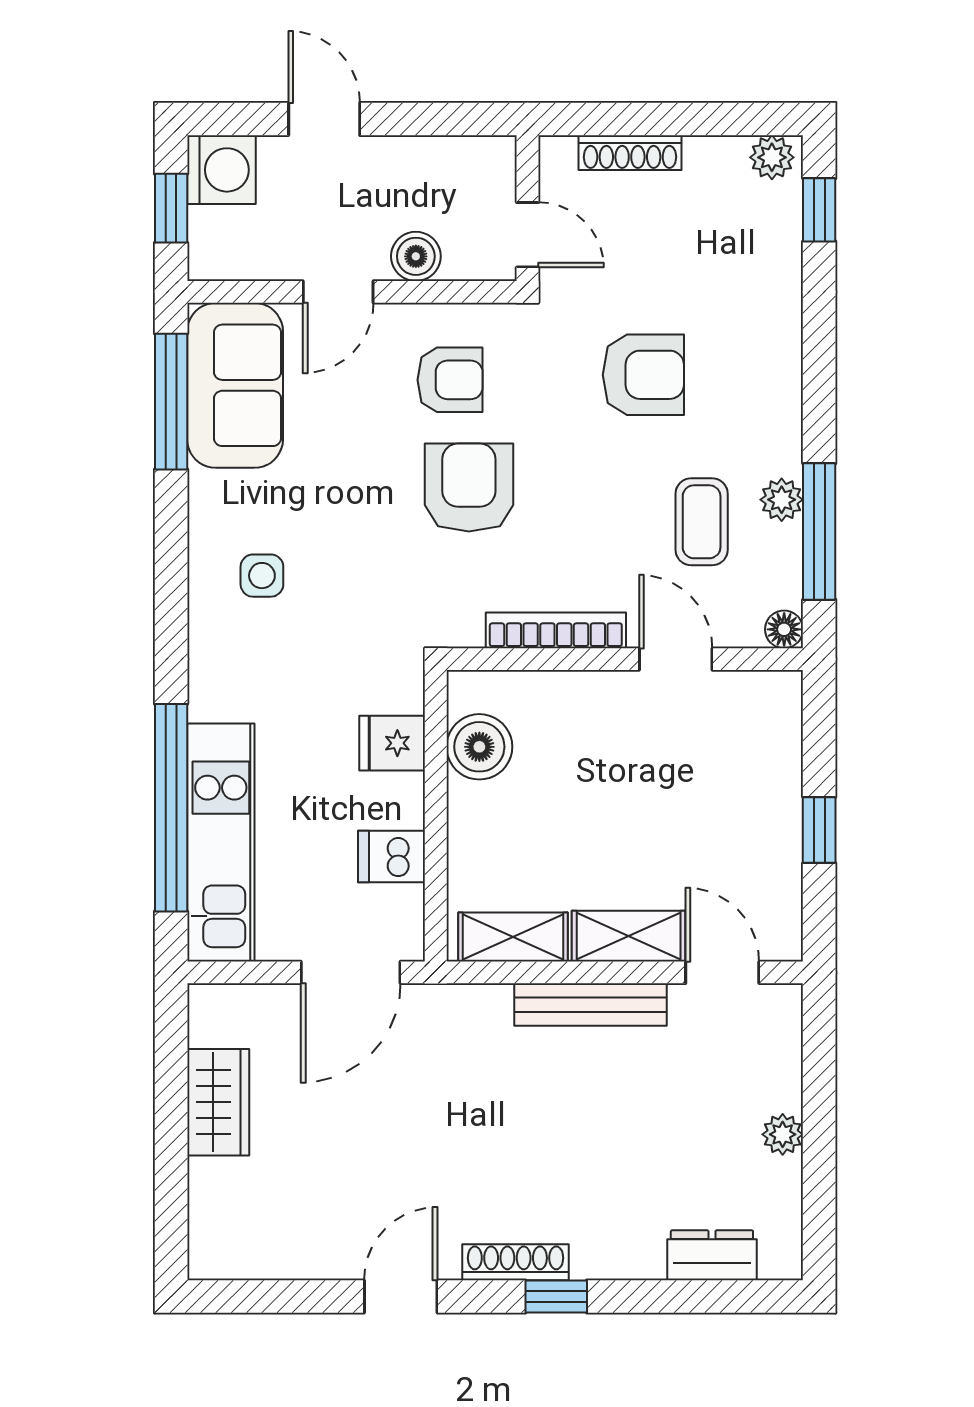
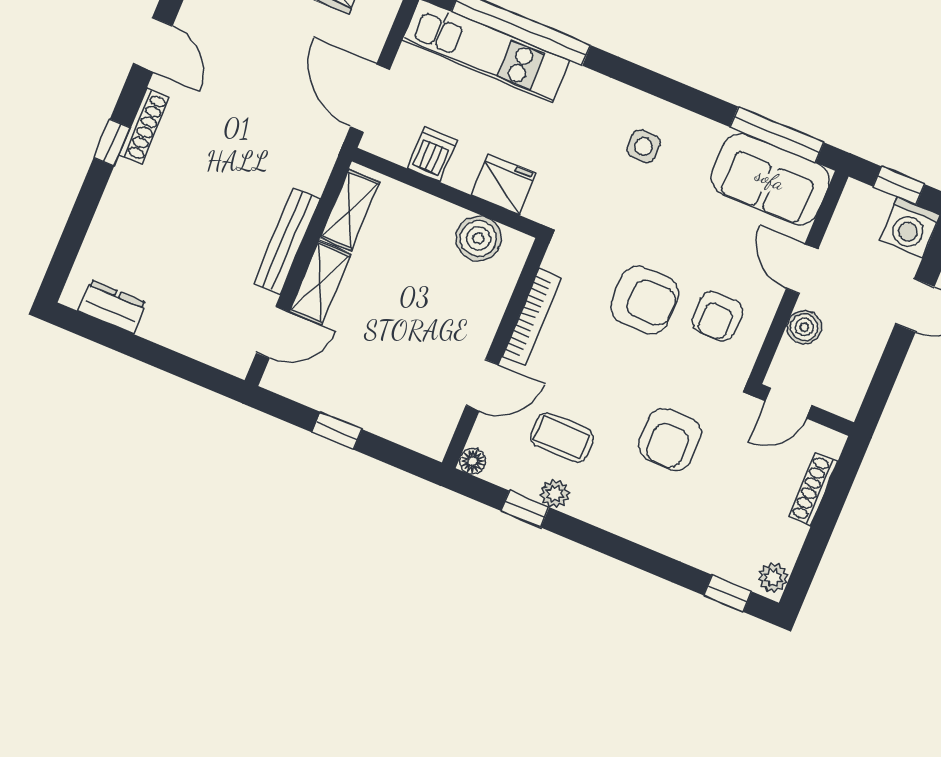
window: (819, 532) -> (525, 509), width x0.46
fridge: (392, 743) -> (504, 184), width x1.38
plant: (783, 1134) -> (155, 328), removed
dresser: (712, 1255) -> (112, 307), moved, turned -90

